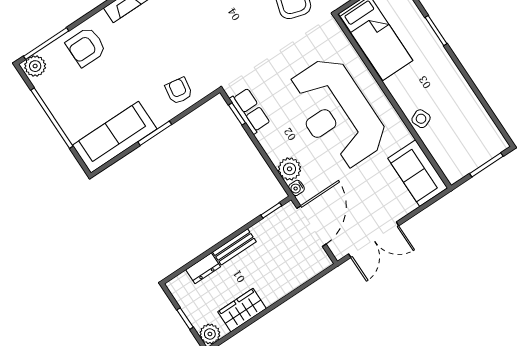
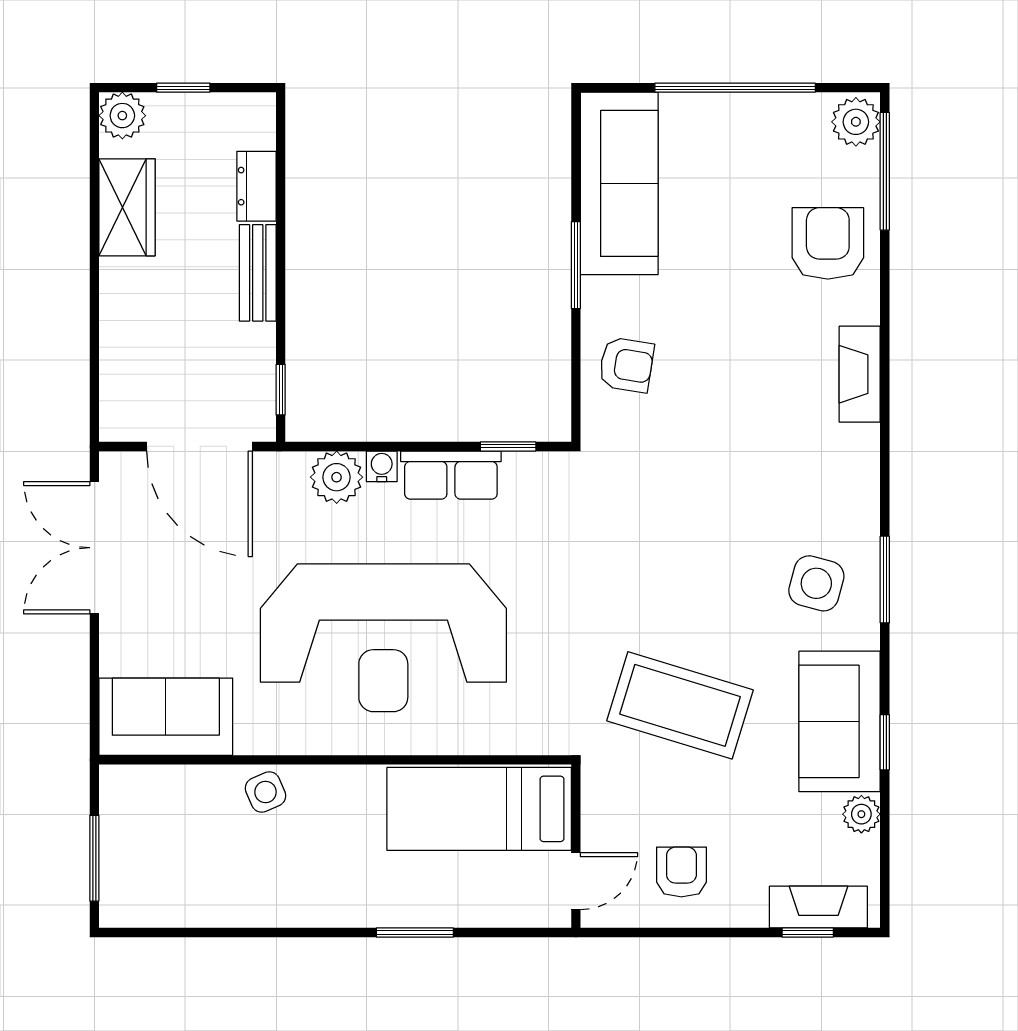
row of seats: (250, 111) -> (451, 475), moved
reception desk: (337, 113) -> (383, 638), turned 180
water cooler: (296, 188) -> (382, 466), moved

